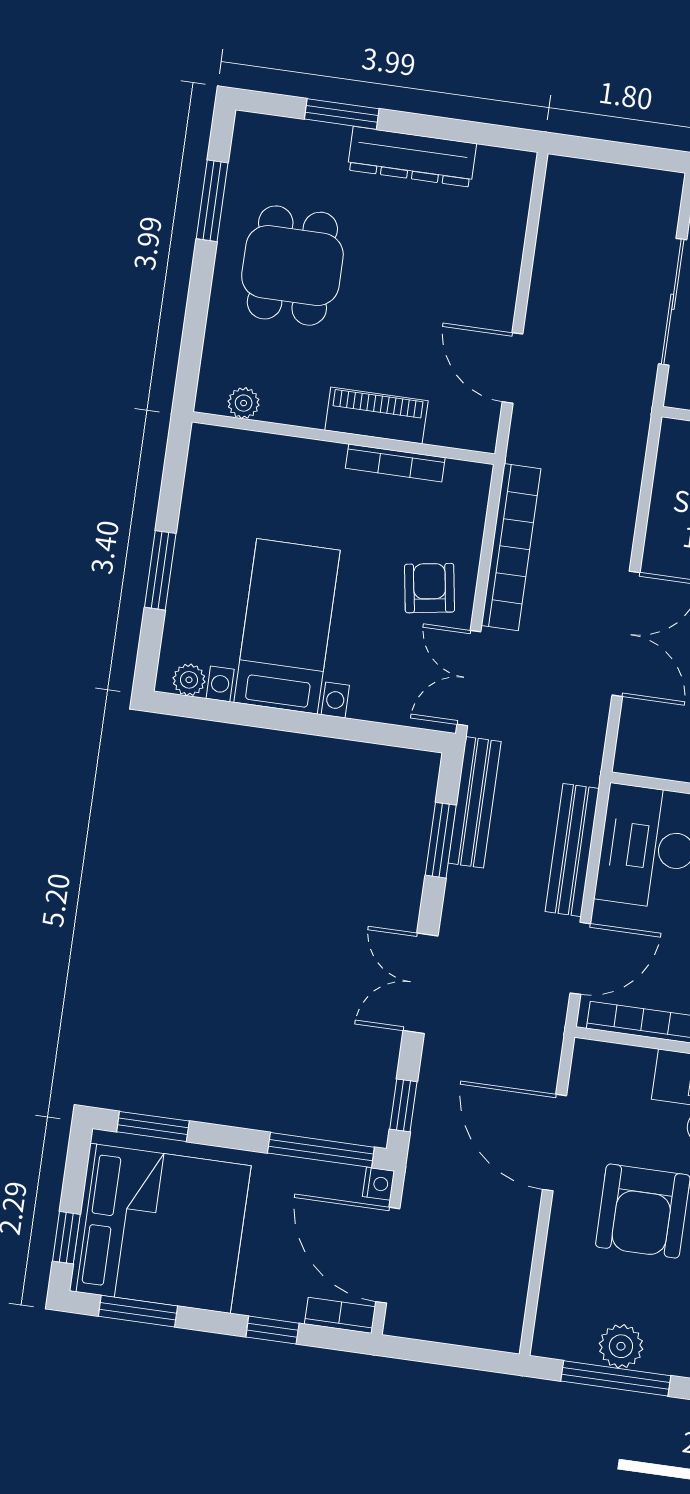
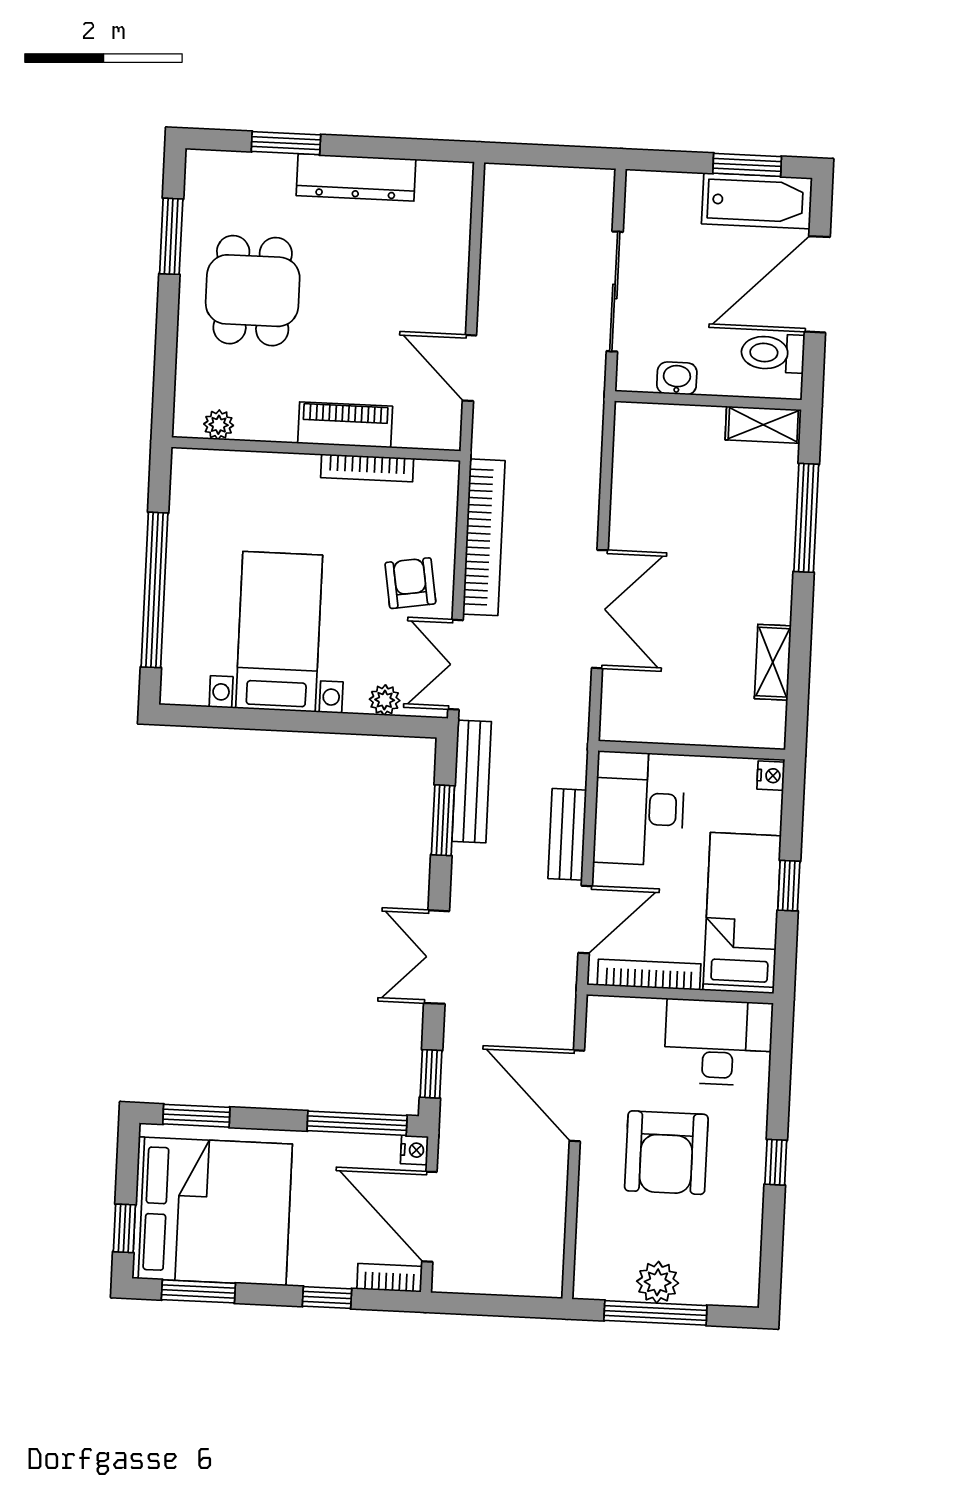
window: (160, 570) -> (154, 590), width x2.11
plant: (189, 680) -> (385, 700), moved
bench: (572, 850) -> (567, 834), width x0.73

